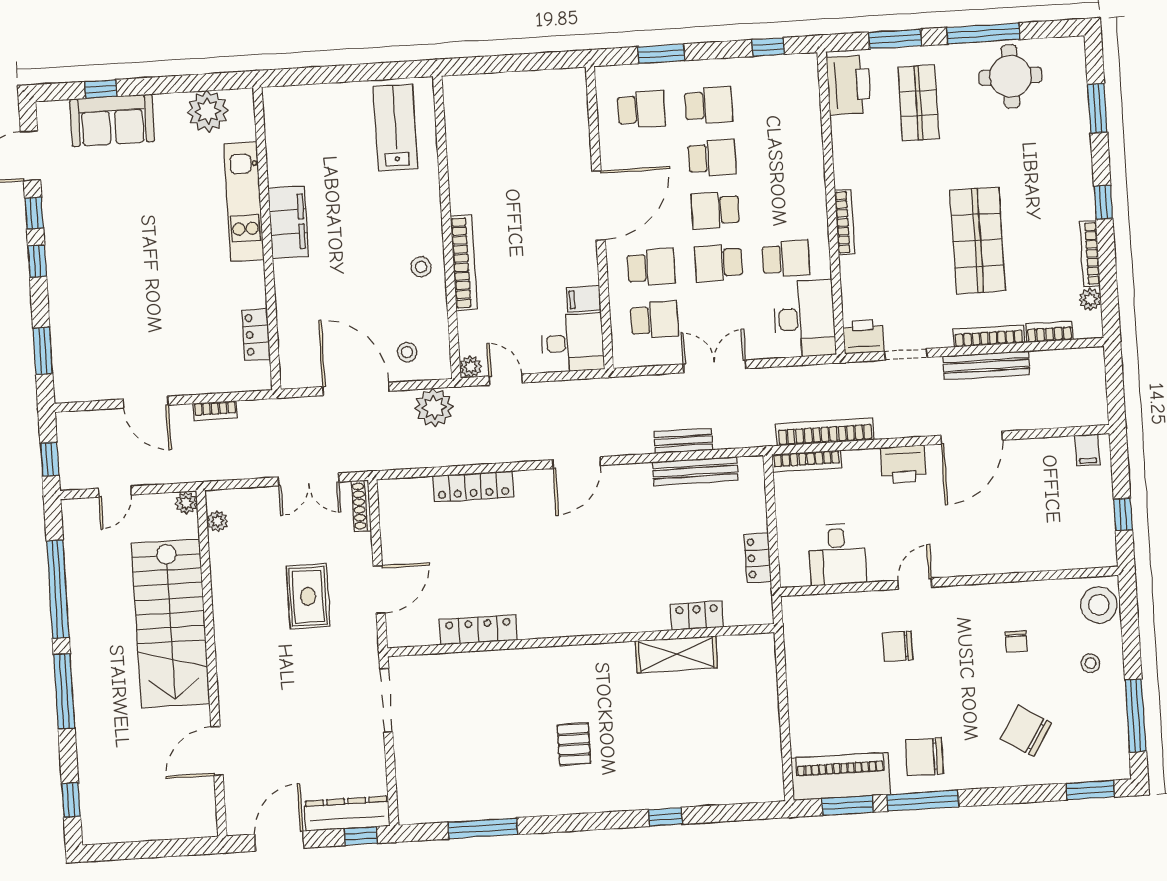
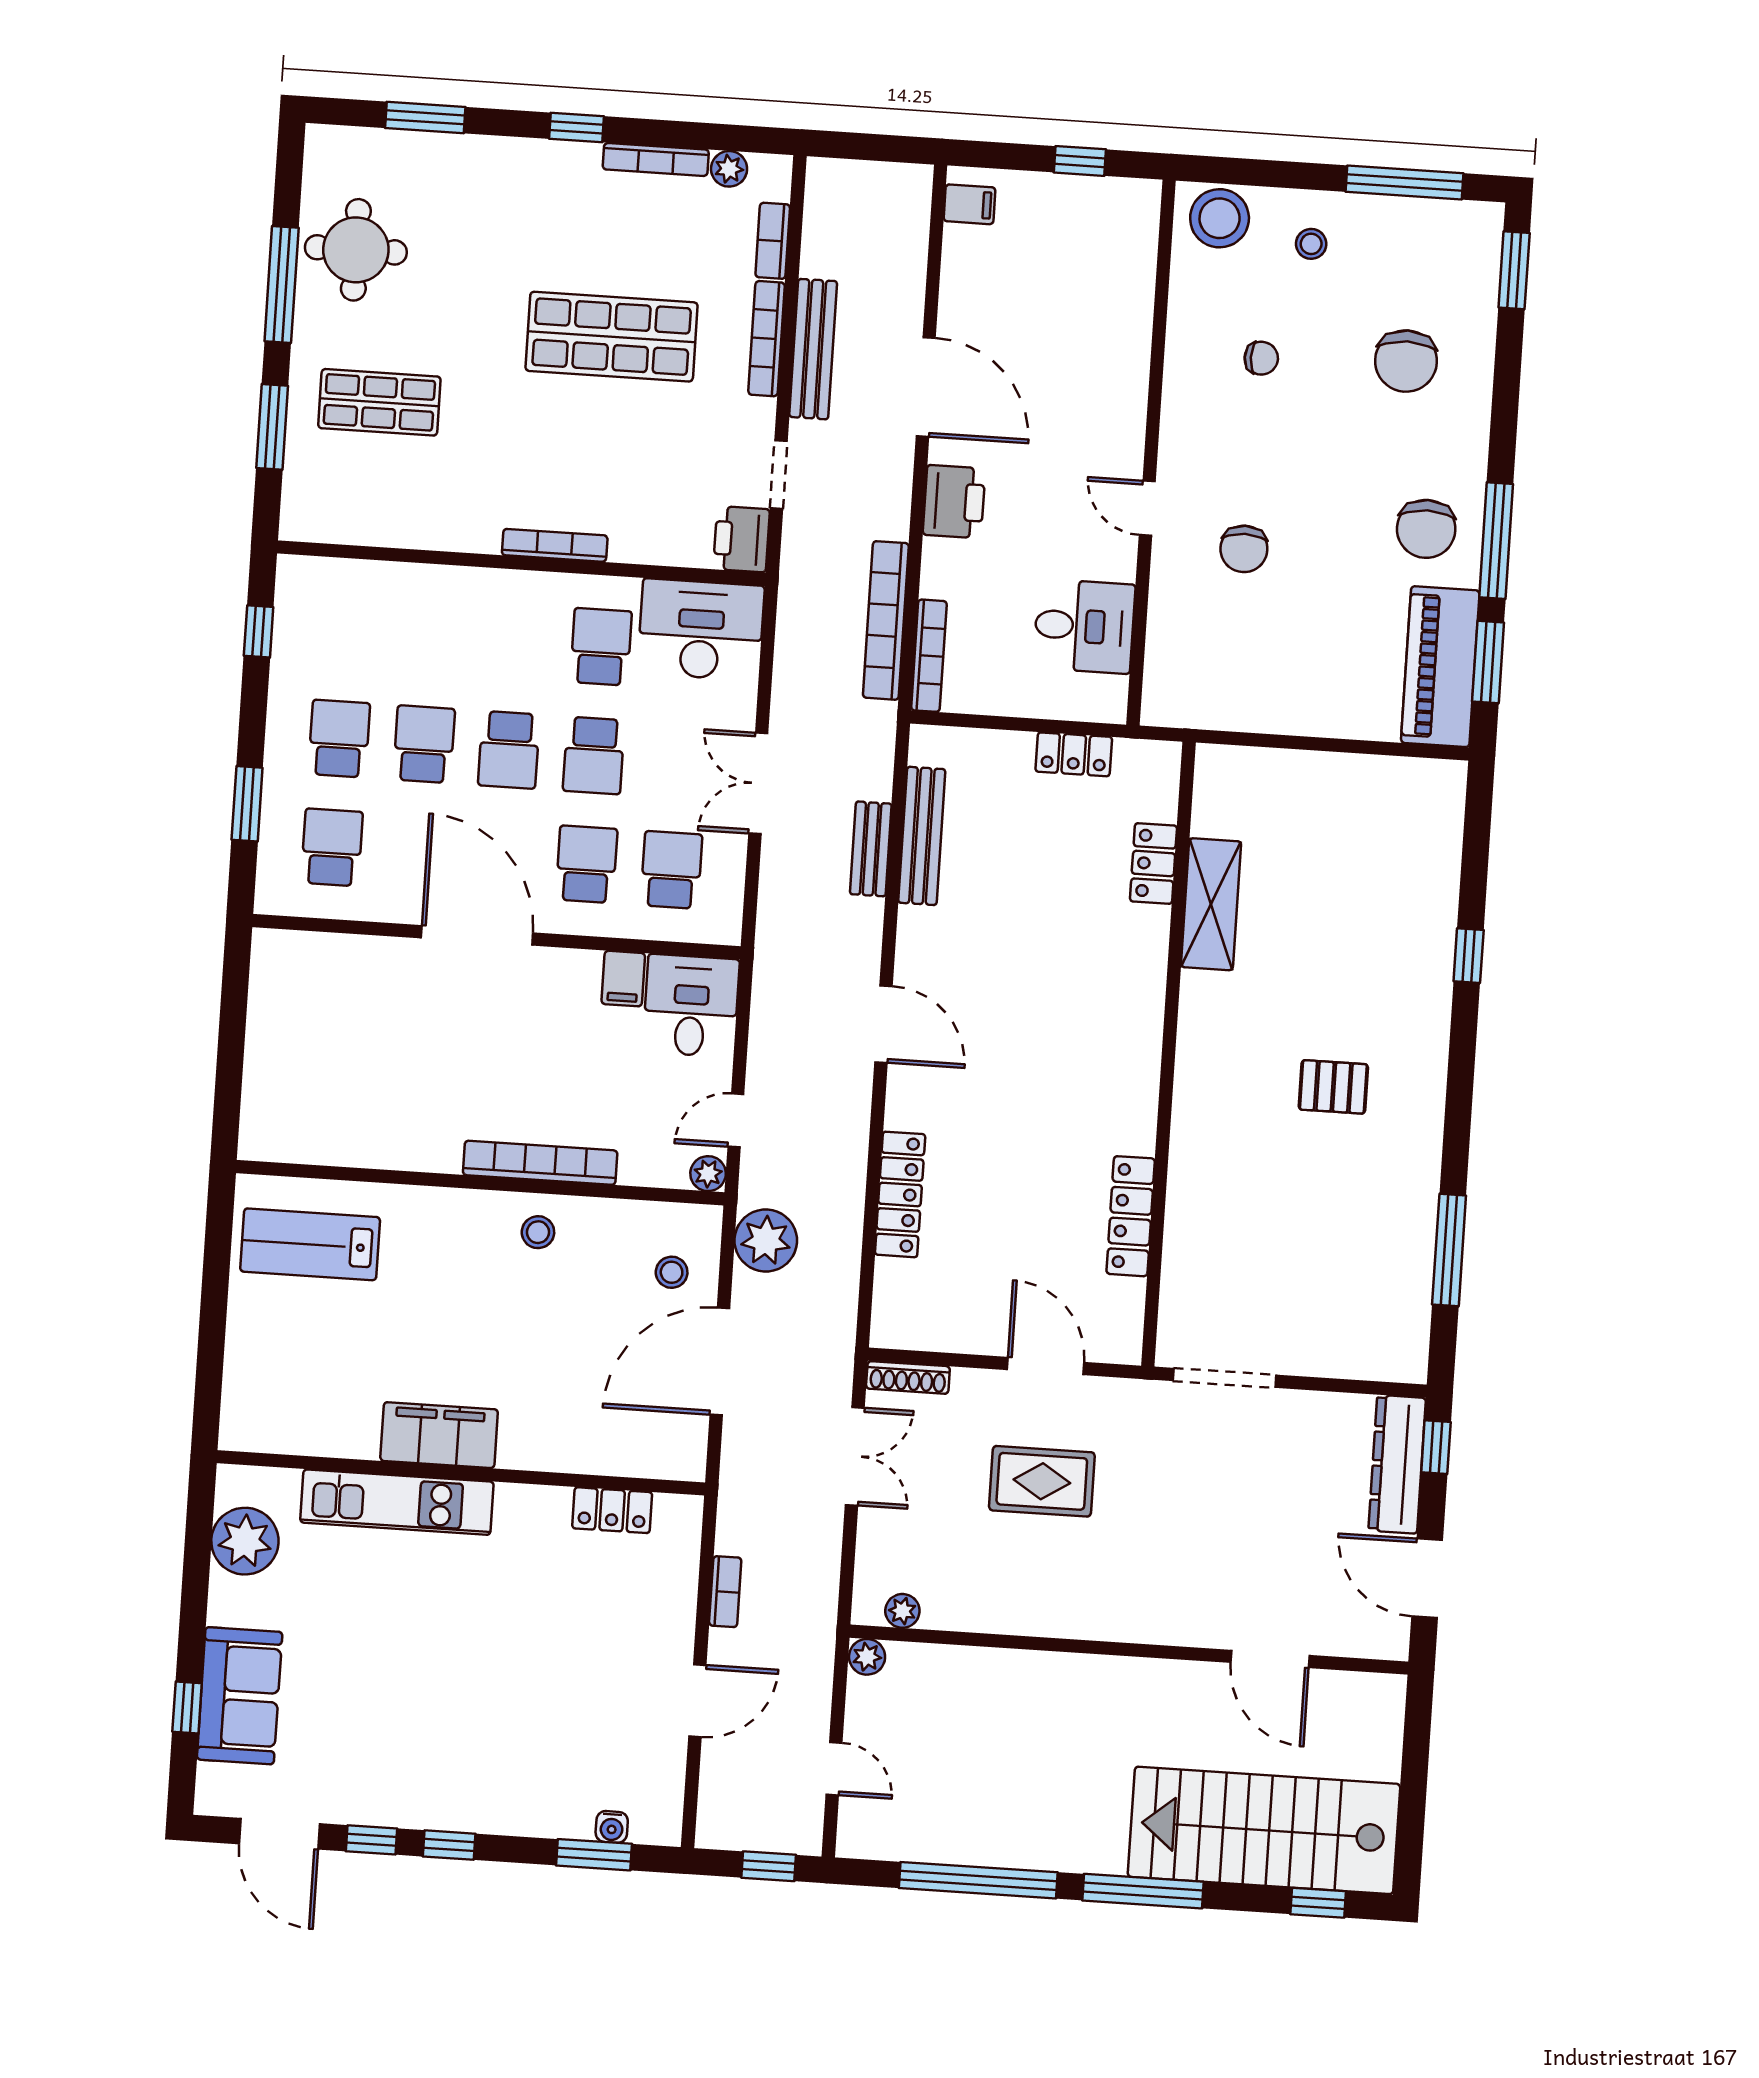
printer: (849, 85) -> (336, 511), removed
water cooler: (61, 360) -> (612, 1827), added
stairs: (171, 623) -> (1264, 1830), moved, turned 180
chair: (1026, 731) -> (1406, 361), turned -32

